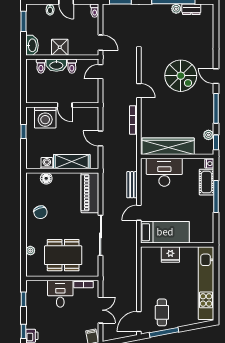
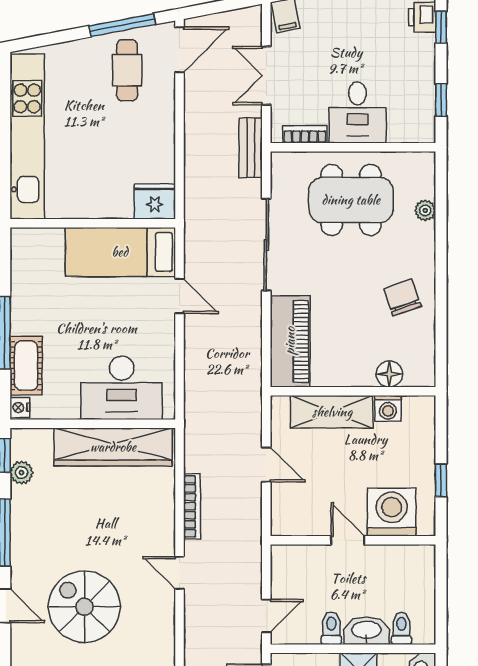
bench: (132, 185) -> (251, 148), moved
door: (139, 213) -> (179, 296), hinge flipped
fridge: (170, 255) -> (155, 201), moved

